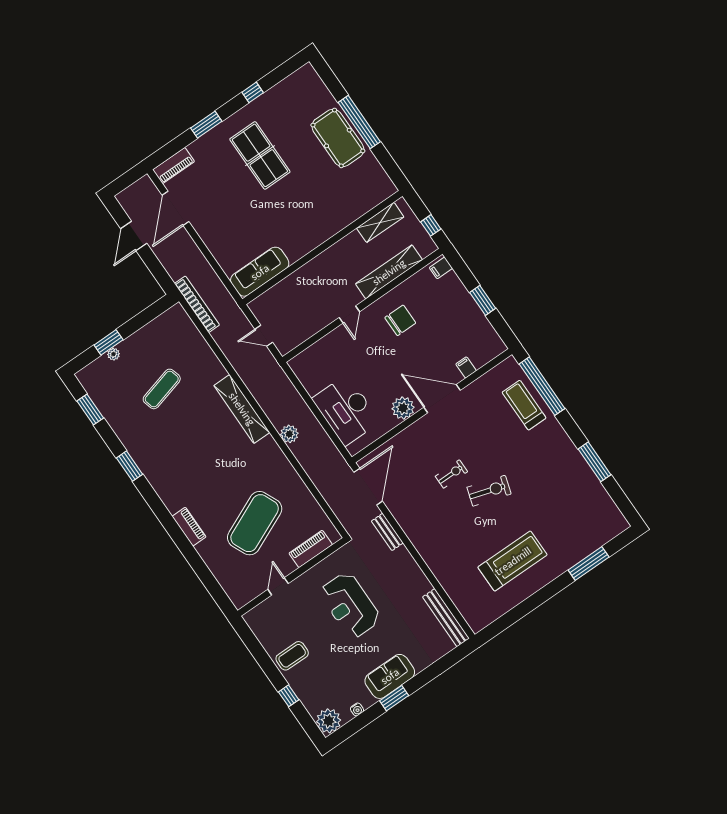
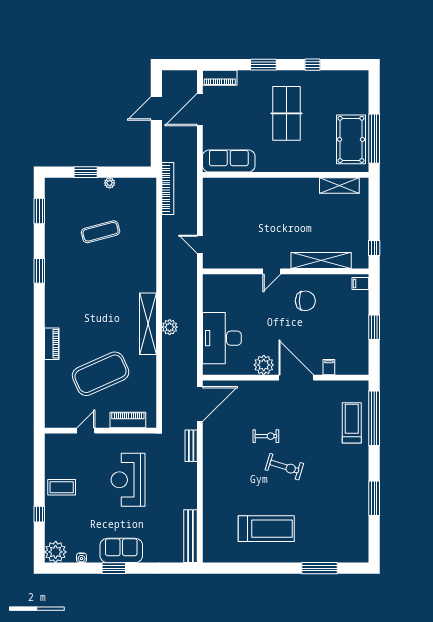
shelving: (380, 222) -> (339, 185), moved
wall: (322, 248) -> (286, 175), moved
sofa: (260, 272) -> (229, 161), moved
plant: (113, 354) -> (110, 183), moved
shelving: (242, 409) -> (148, 324), moved

